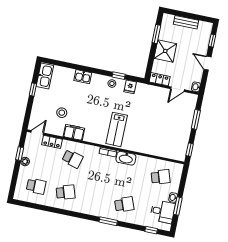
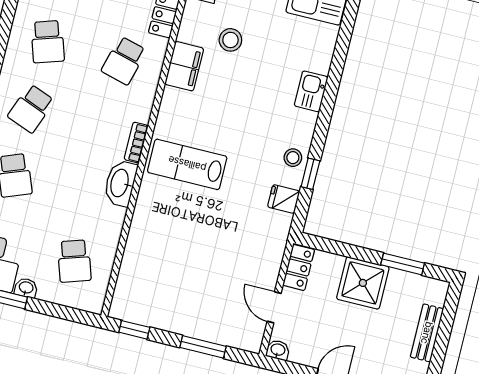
school desk: (95, 198) -> (31, 109), added

